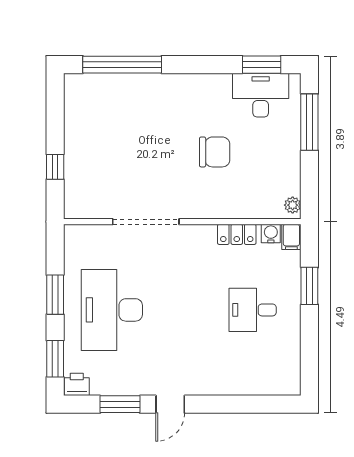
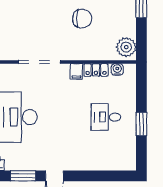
plant: (293, 205) -> (126, 47), width x1.87, depth x1.87
filing cabinet: (291, 237) -> (76, 72), moved
window: (309, 286) -> (141, 124), moved

